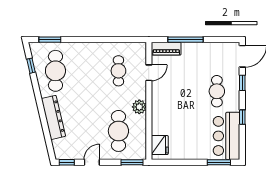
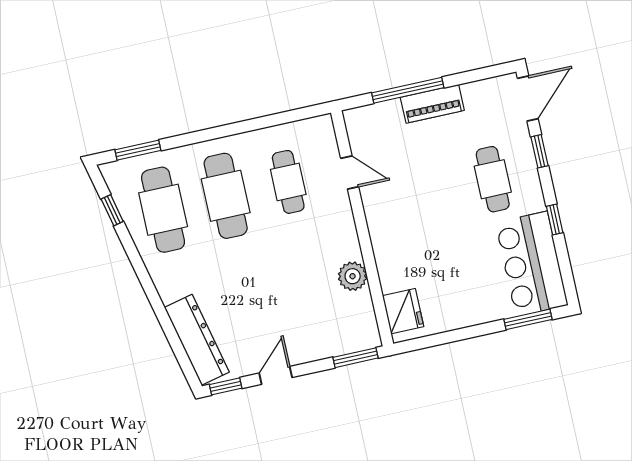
piano: (166, 49) -> (432, 104), moved
door: (149, 73) -> (350, 172), hinge flipped
plant: (139, 107) -> (353, 276), moved
dresser: (53, 117) -> (197, 340), moved
cafe table: (118, 131) -> (226, 196), moved

